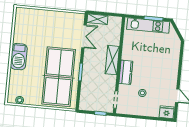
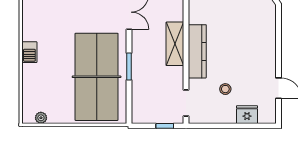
barbecue: (19, 57) -> (29, 52), width x0.53, depth x0.65
kitchen counter: (126, 72) -> (197, 51), width x1.50
fridge: (167, 112) -> (247, 115), moved

